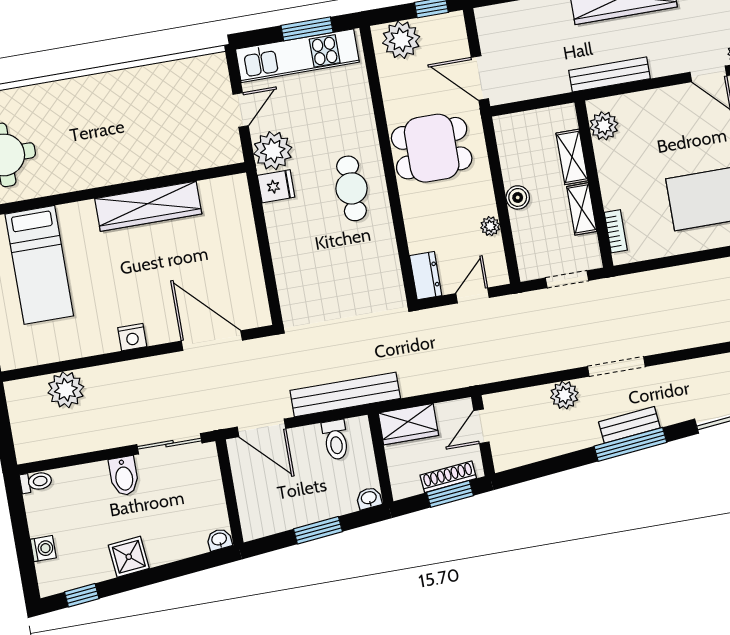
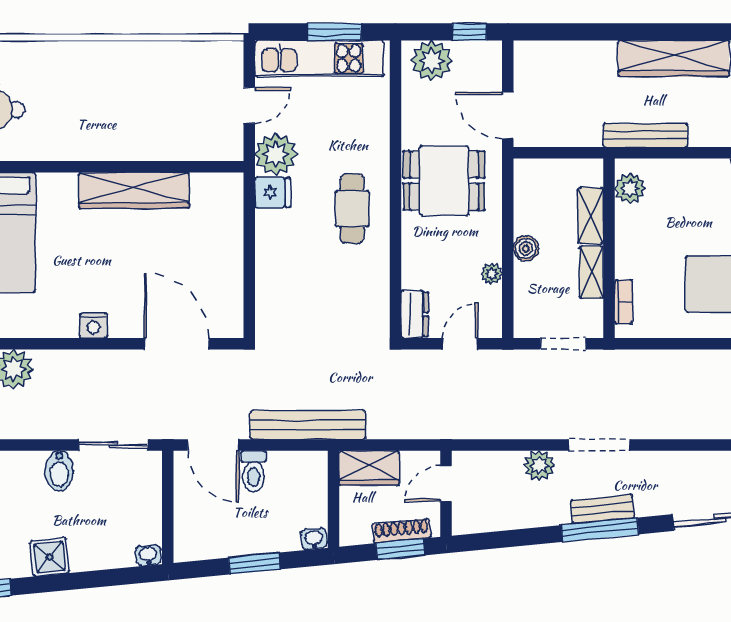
toilet: (336, 440) -> (254, 471), moved

